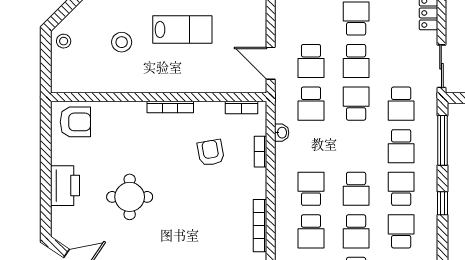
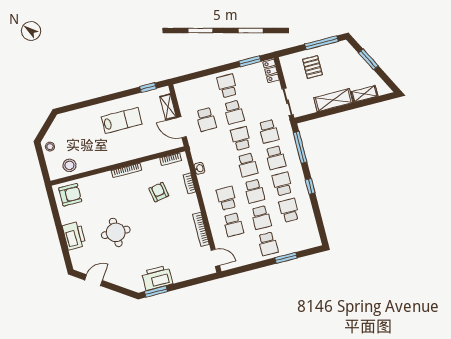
shelving: (258, 27) -> (168, 107), added
stool: (122, 42) -> (69, 165), moved
school desk: (311, 104) -> (248, 165), moved

